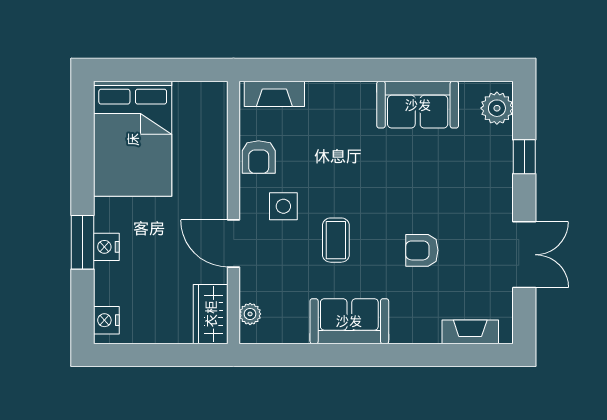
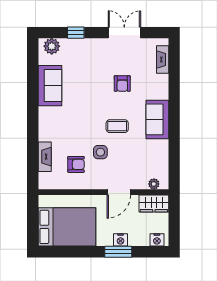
wall: (234, 212) -> (103, 192), moved
door: (234, 243) -> (119, 192), moved
wardrobe: (211, 314) -> (154, 203), moved
plant: (250, 314) -> (154, 184), moved

